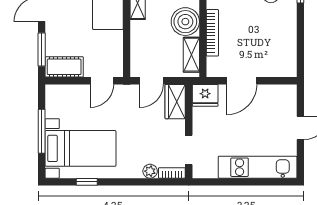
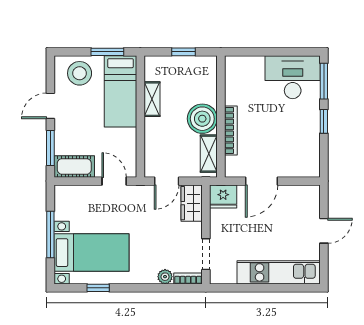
window: (300, 24) -> (324, 121), added
door: (102, 81) -> (114, 181), swing flipped

